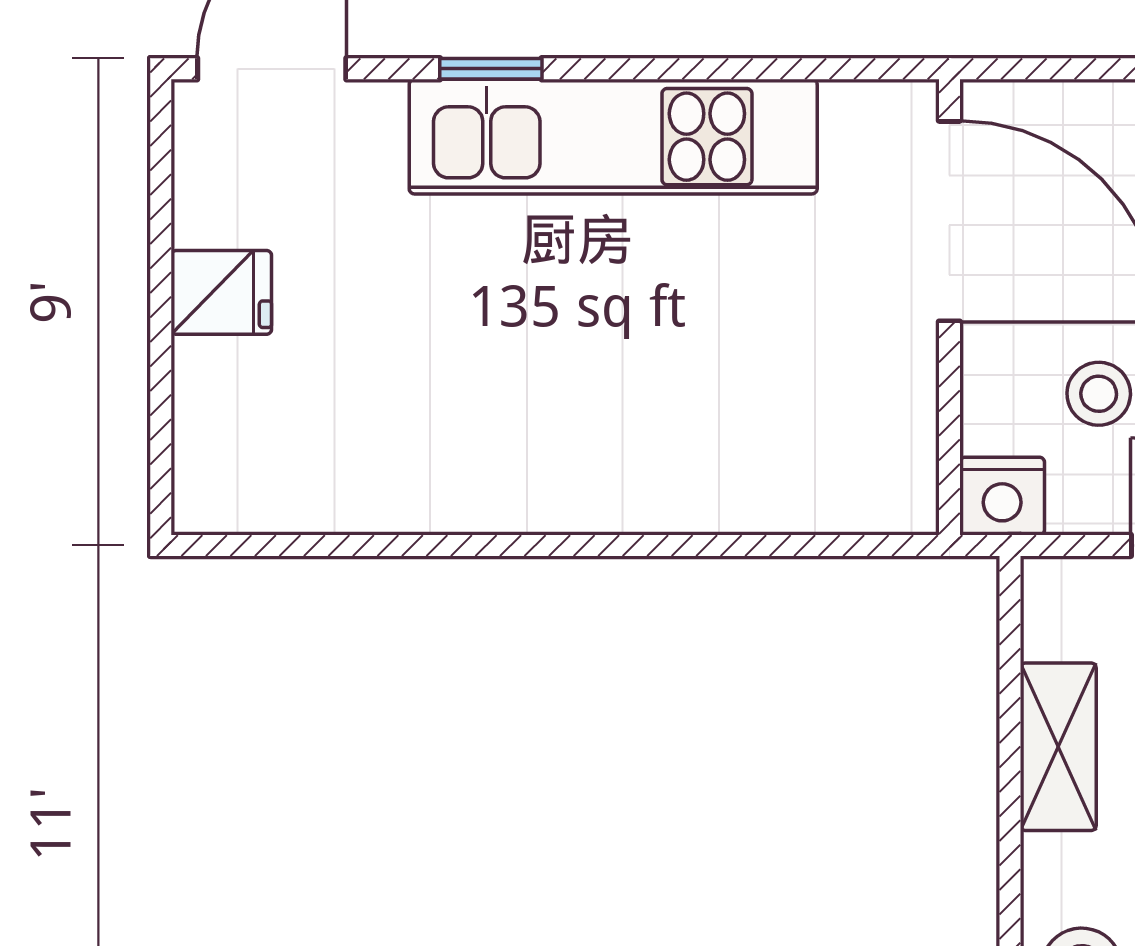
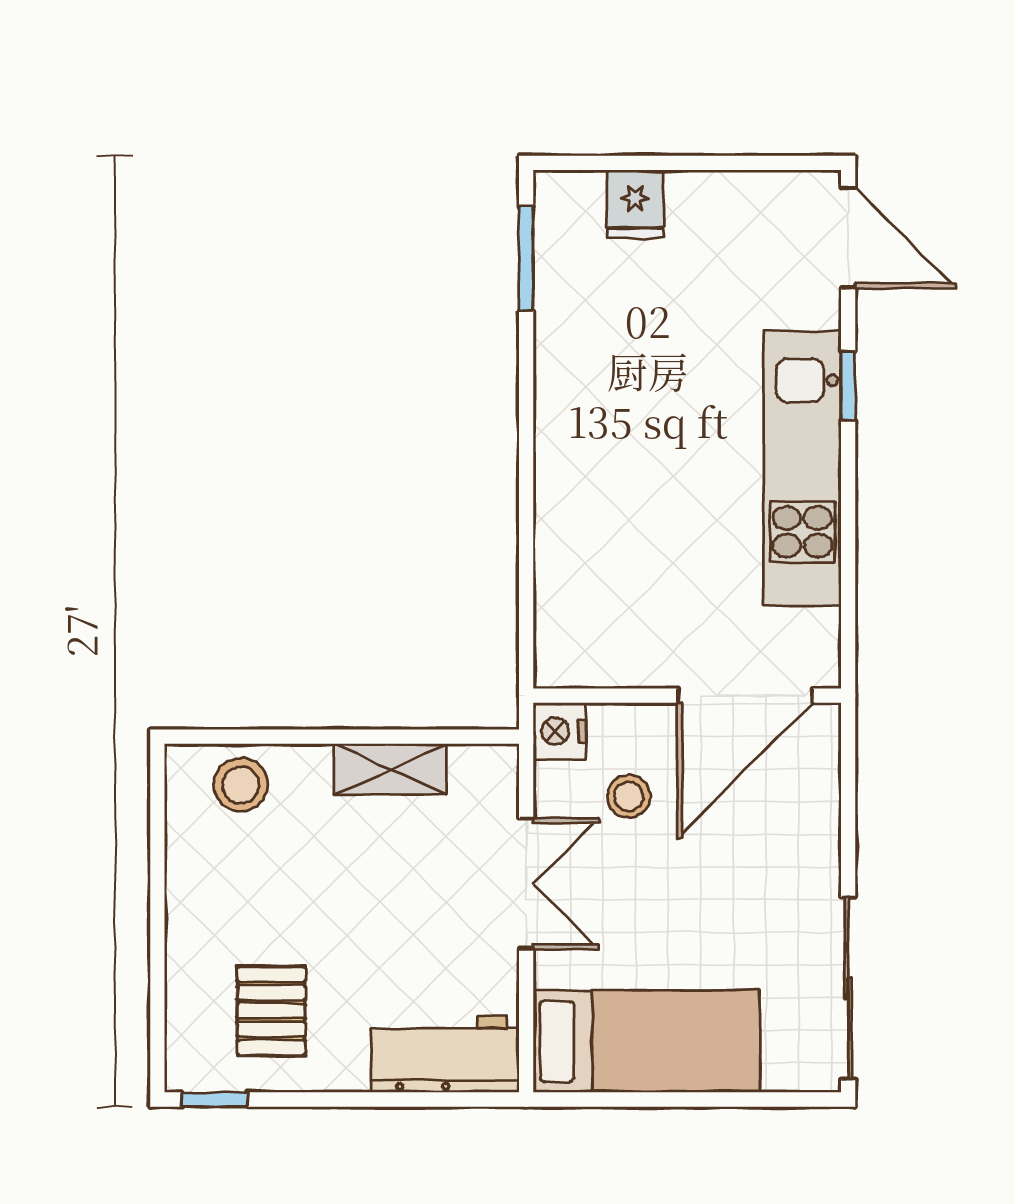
fridge: (221, 292) -> (635, 204), moved
window: (303, 545) -> (526, 259), added

